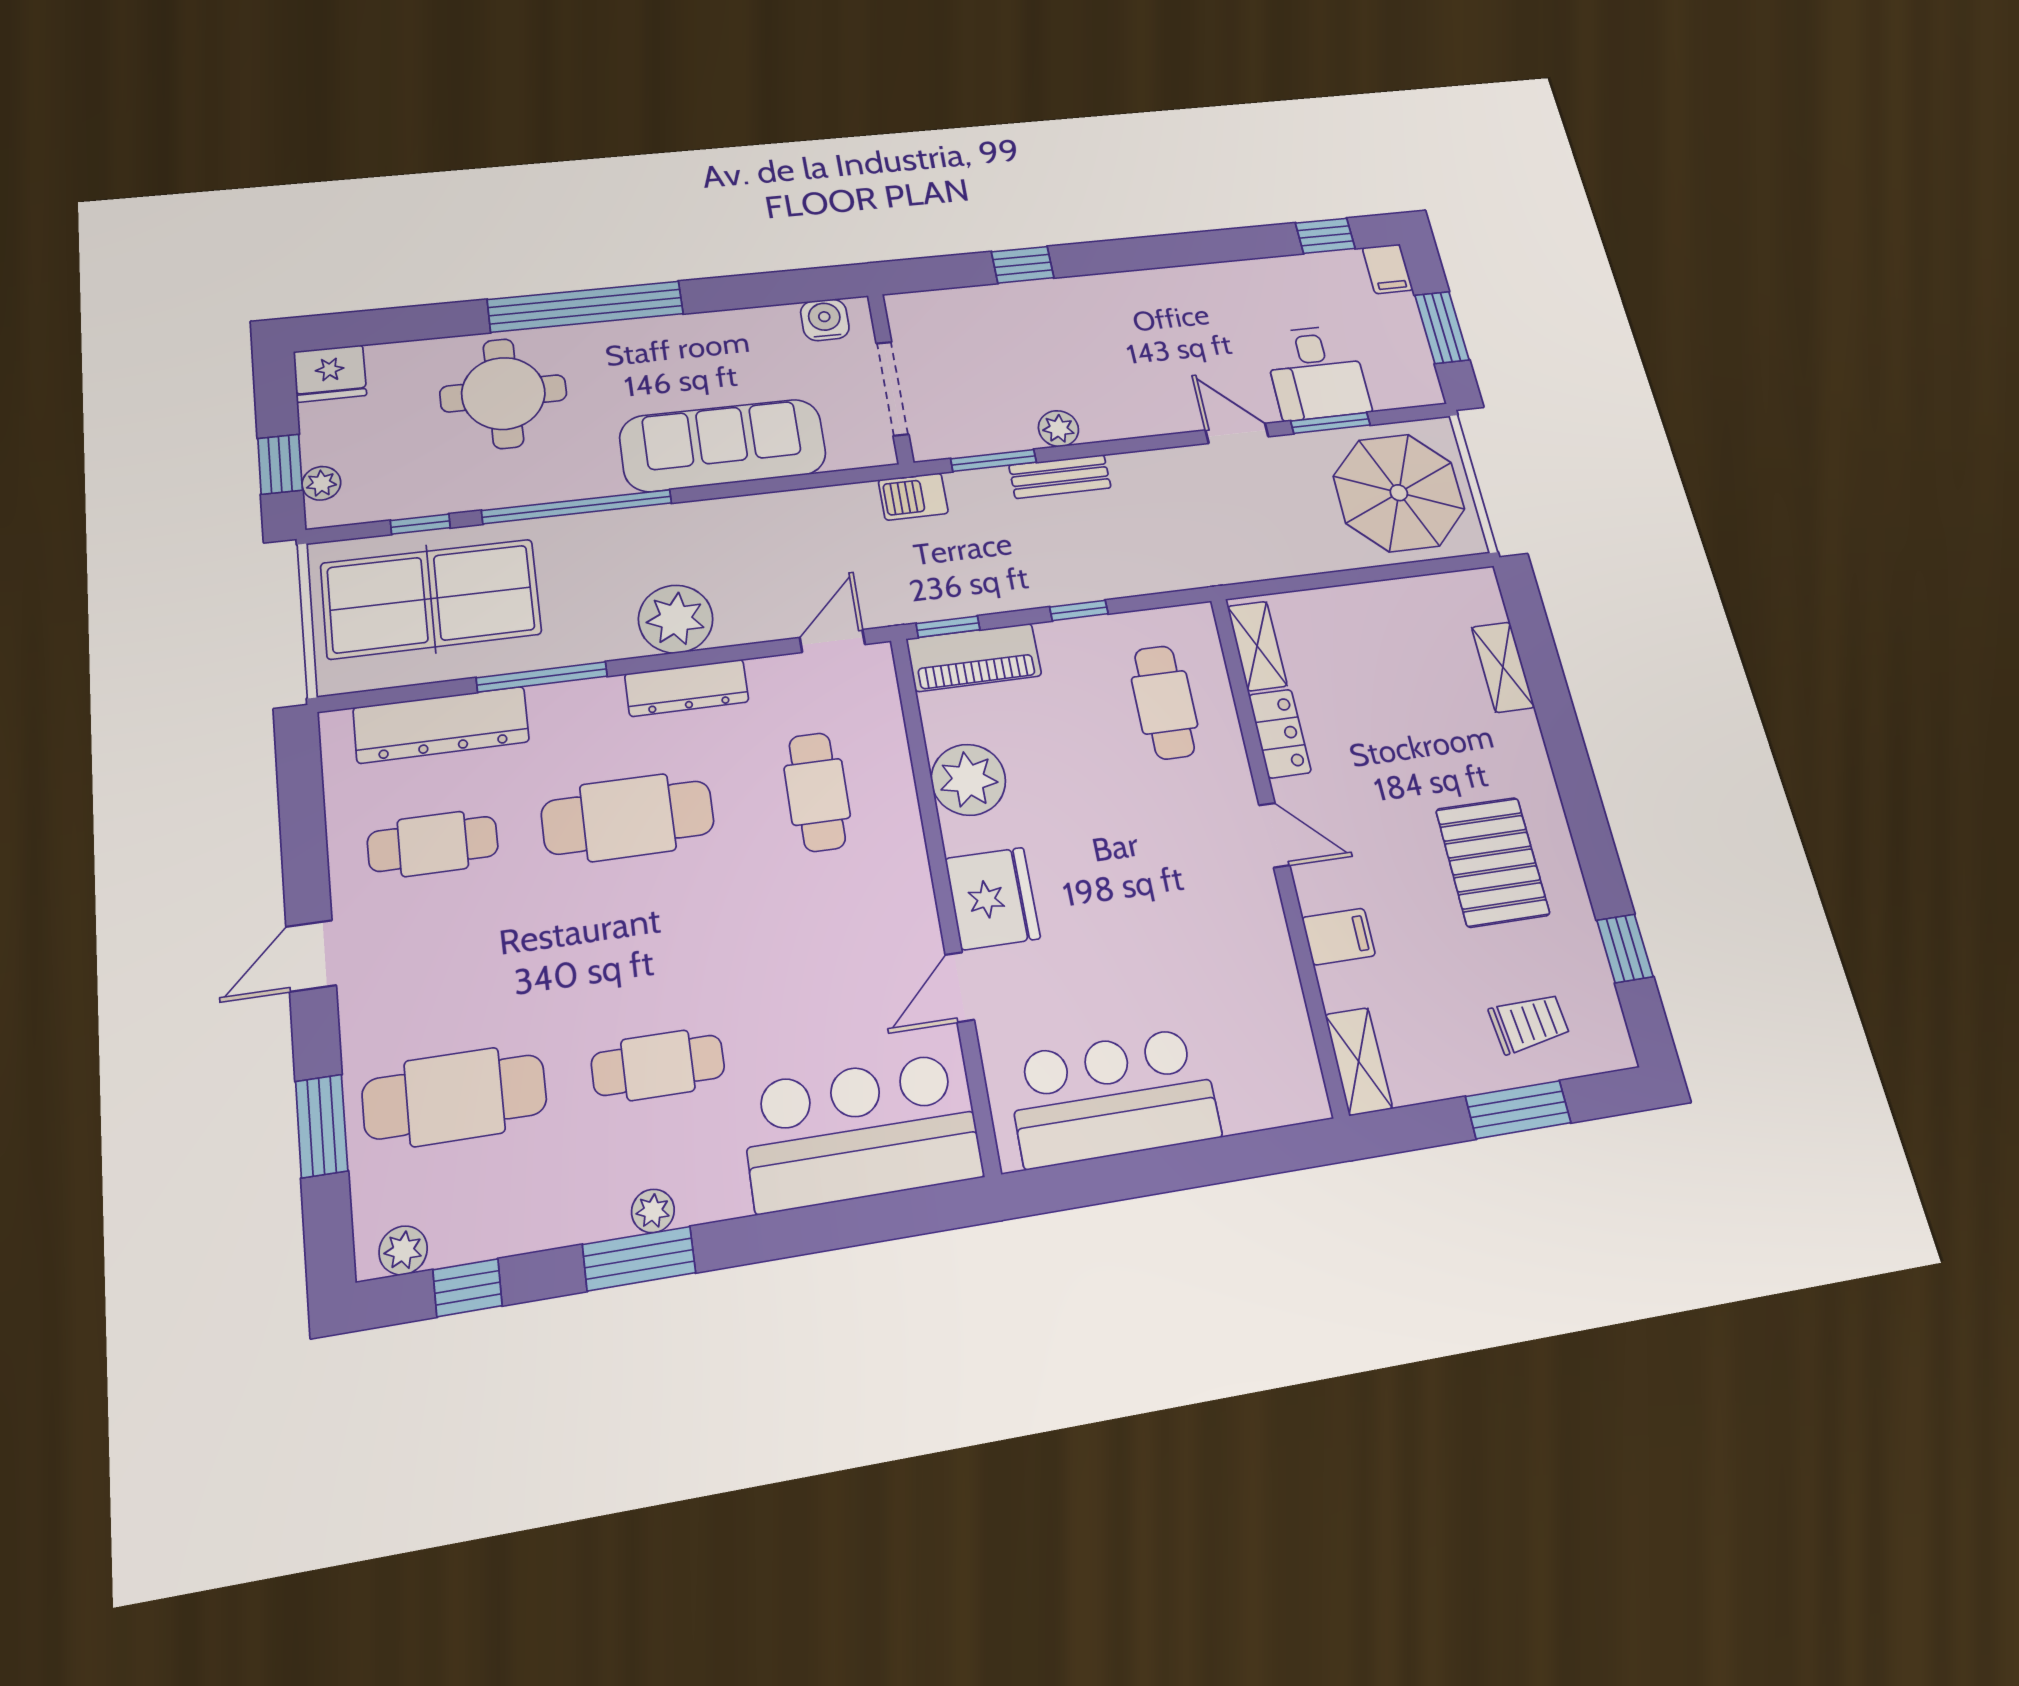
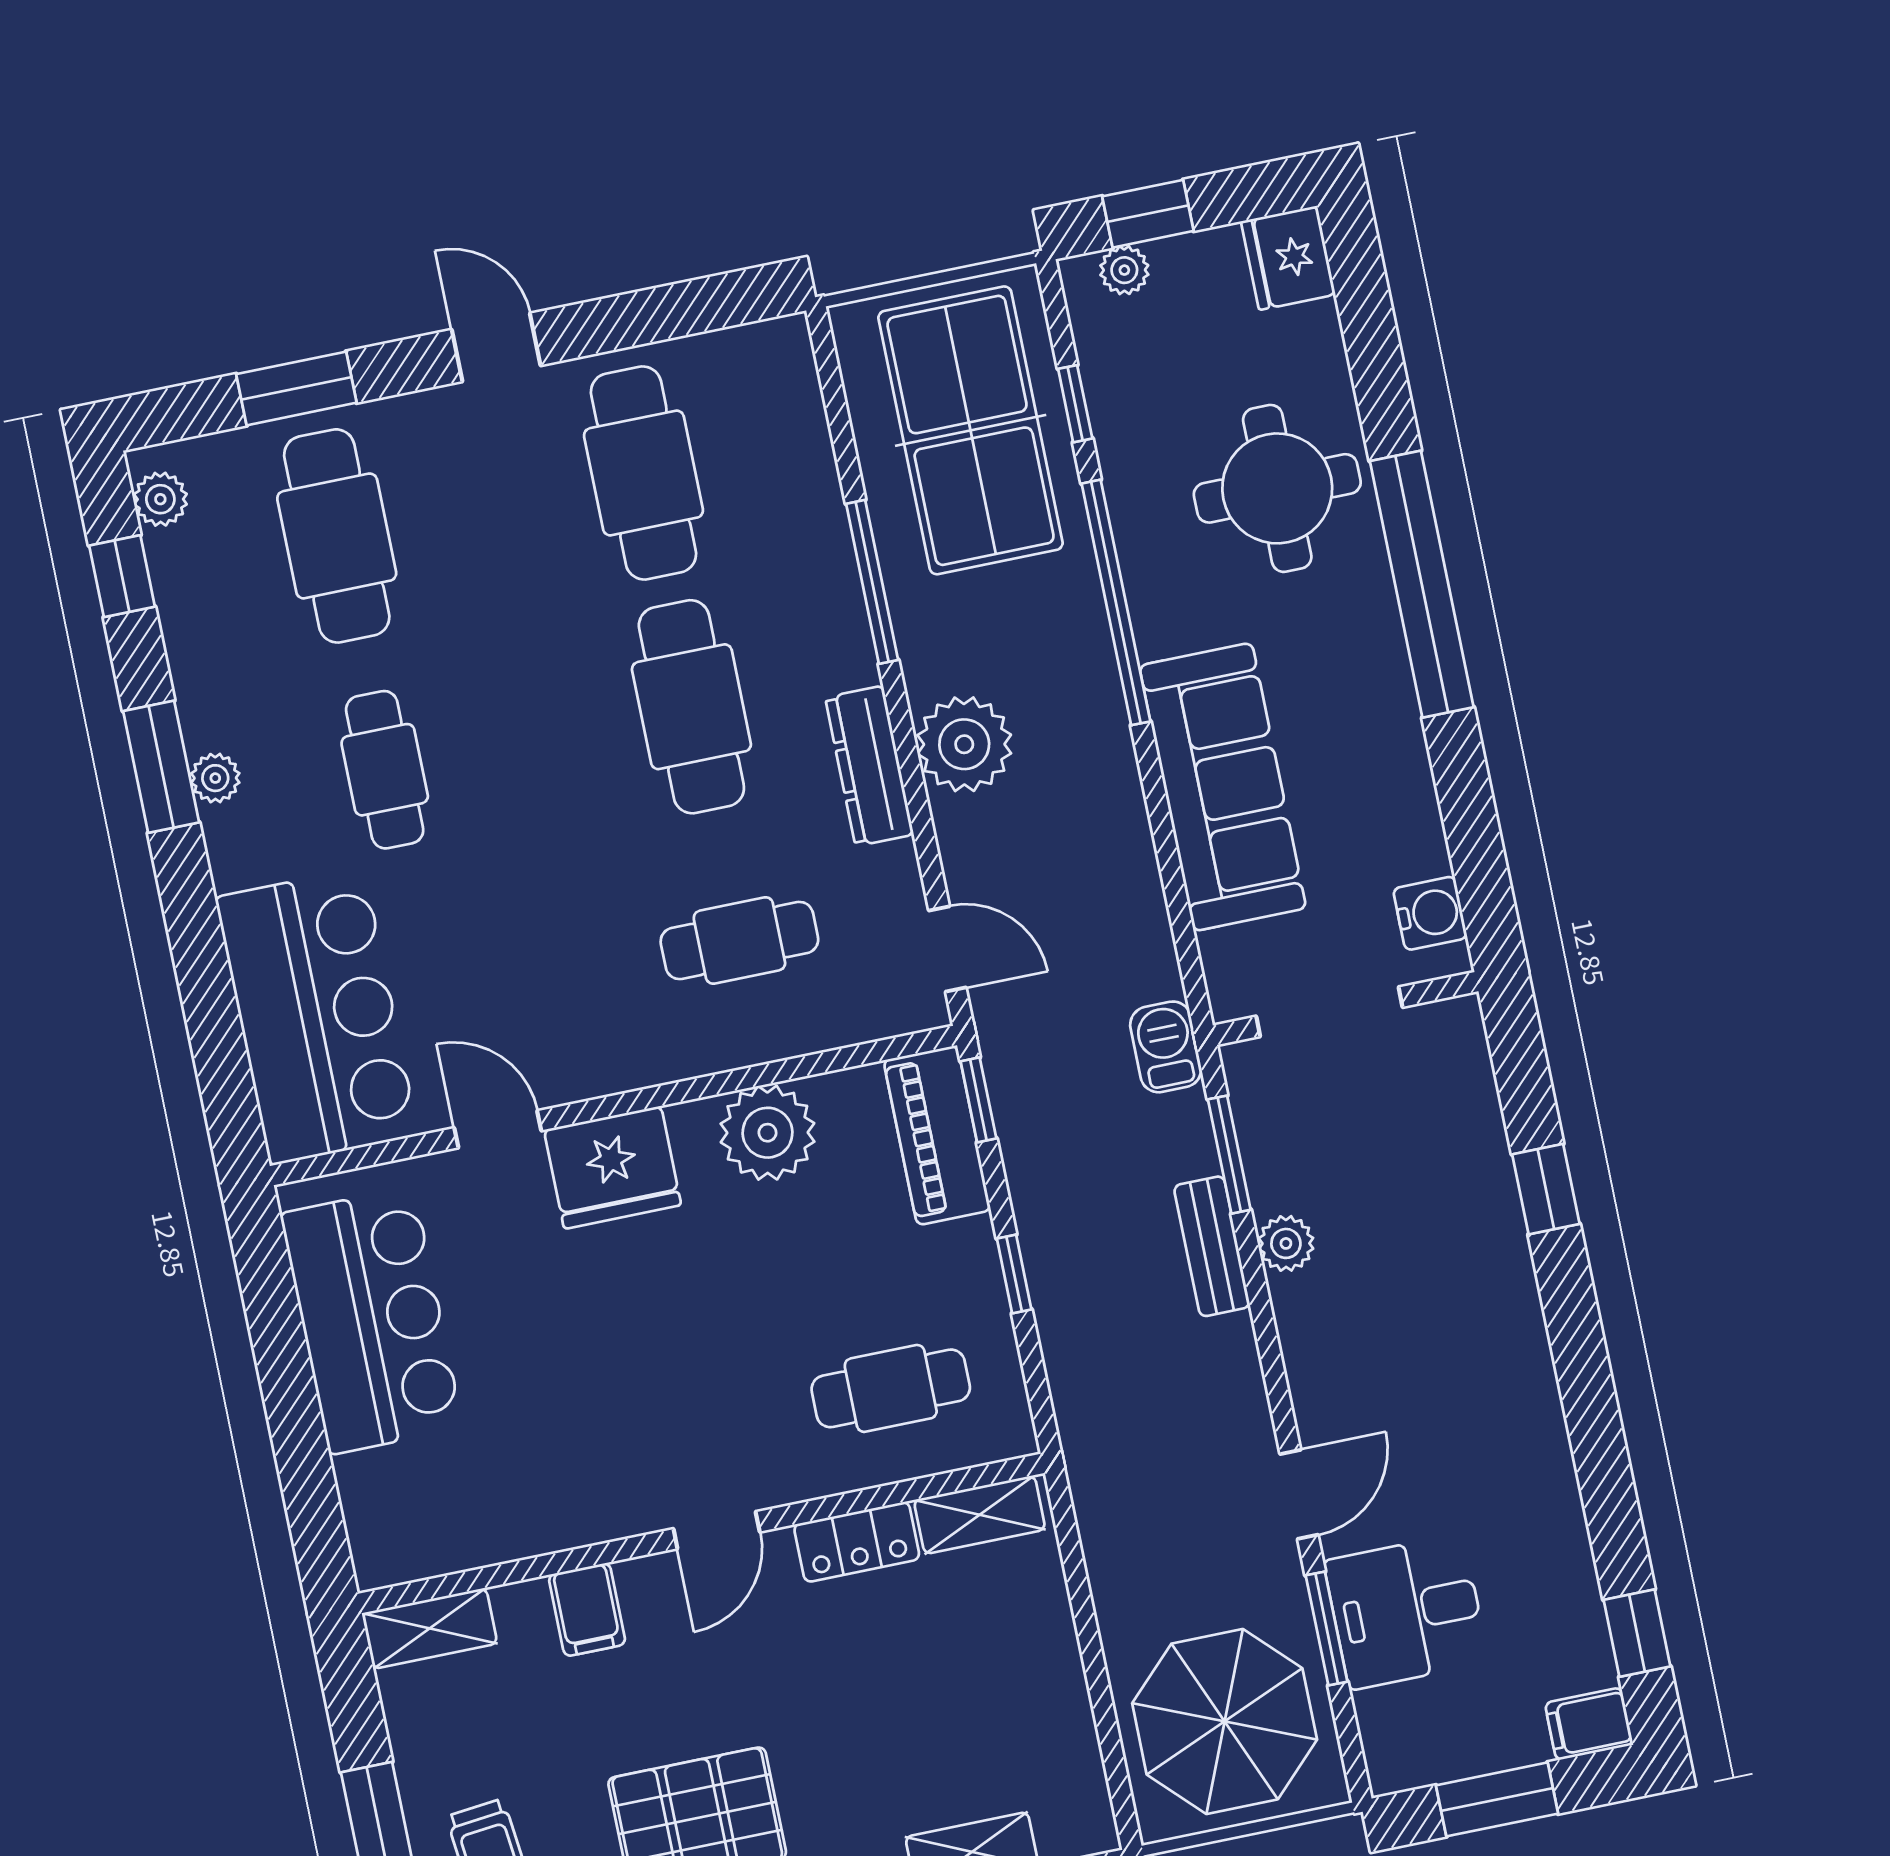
dresser: (441, 725) -> (799, 464), removed
cafe table: (433, 844) -> (643, 473), width x1.37, depth x1.35

